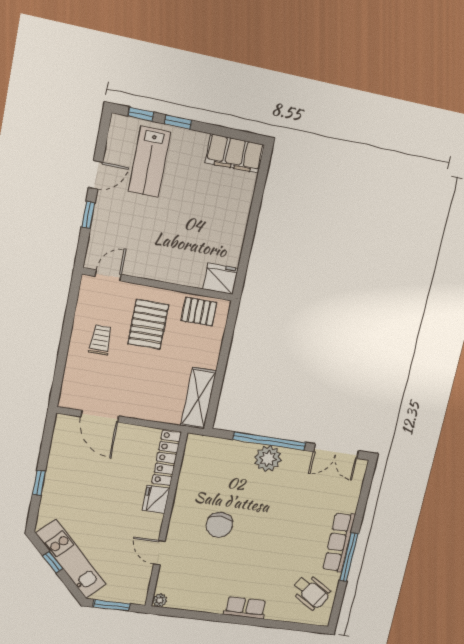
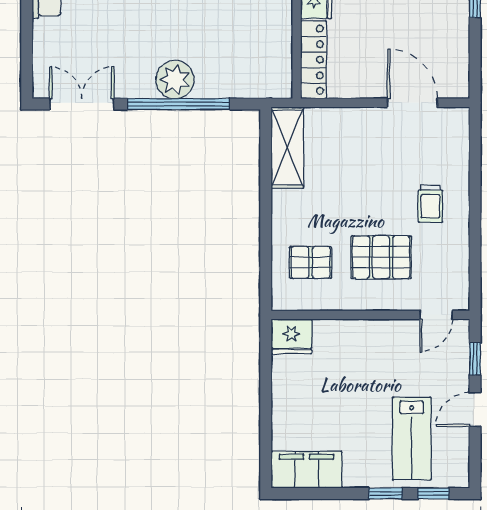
lab bench: (150, 162) -> (412, 439), turned 180
door: (108, 275) -> (436, 315), moved
fridge: (220, 279) -> (291, 336), moved
wall: (158, 284) -> (370, 315), moved
pallet: (148, 324) -> (381, 257), moved, turned 90

